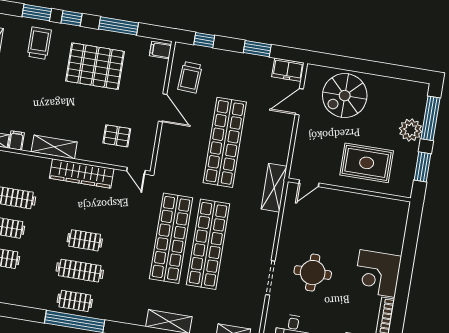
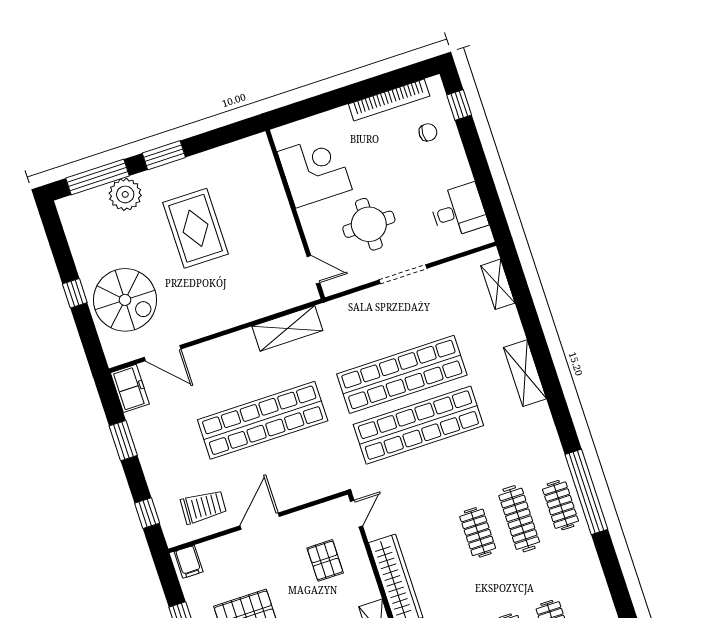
window: (365, 66) -> (75, 293), added
door: (309, 183) -> (313, 270), moved
wall: (349, 190) -> (295, 214), moved
corner desk: (377, 273) -> (315, 171), moved, turned -90

